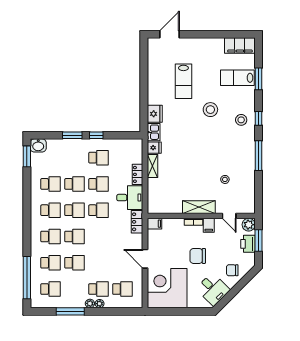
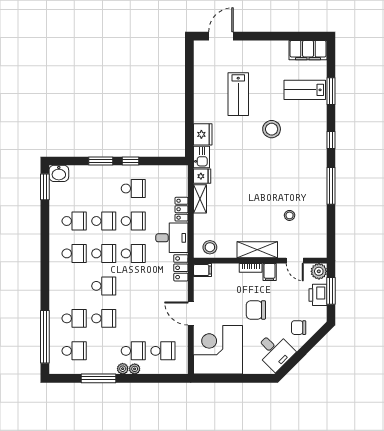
stool: (241, 120) -> (210, 247), moved
school desk: (51, 236) -> (74, 286), removed

